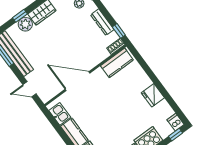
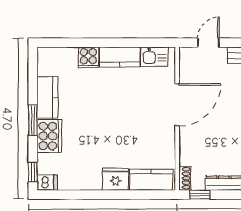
kitchen counter: (117, 63) -> (151, 180), moved, turned 90
fridge: (153, 95) -> (116, 179), moved

